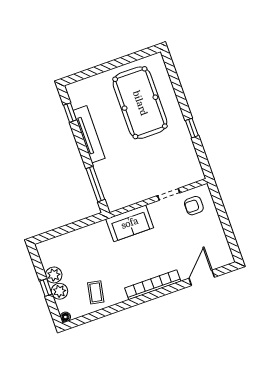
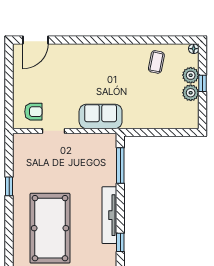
door: (202, 278) -> (35, 40), moved
bookcase: (153, 285) -> (99, 50), removed

